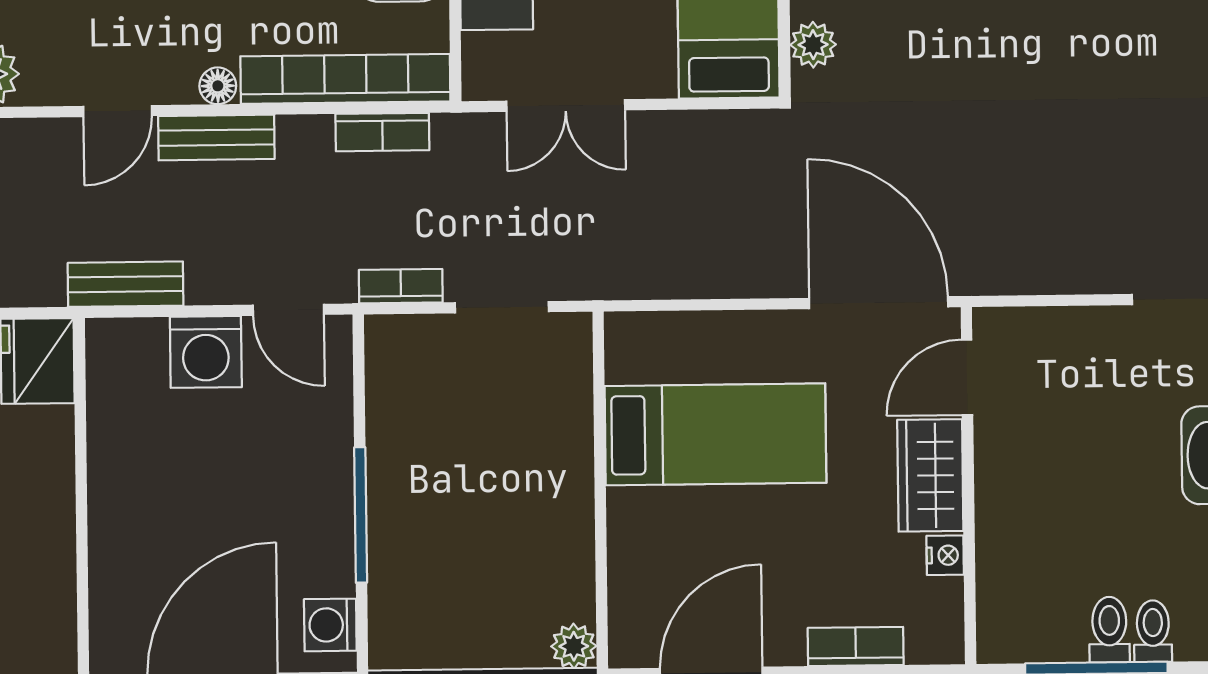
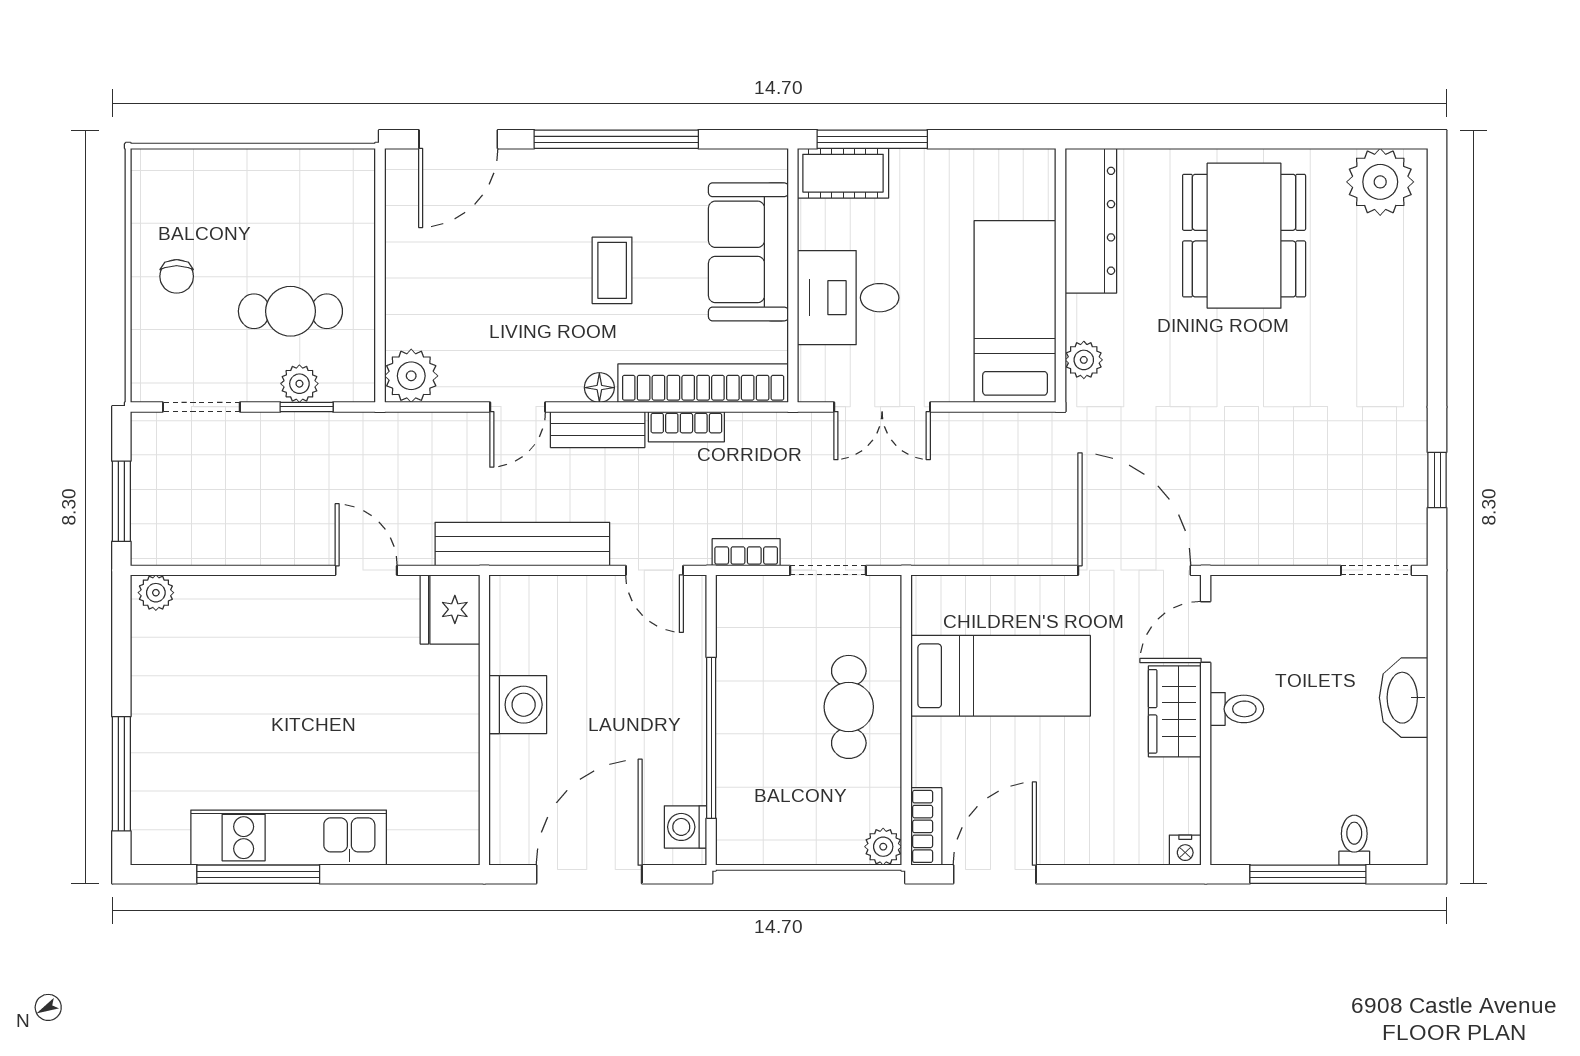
bookcase: (382, 132) -> (686, 427), moved
bench: (126, 284) -> (522, 544), width x1.86, depth x1.21
washing machine: (206, 352) -> (518, 705), moved, turned -90
cafe table: (529, 475) -> (849, 707), added
window: (361, 515) -> (711, 738), width x1.46
nightstand: (945, 555) -> (1185, 850), moved, turned 90
toilet: (1109, 630) -> (1237, 709), moved, turned 90
bookcase: (856, 646) -> (926, 826), moved, turned 90

